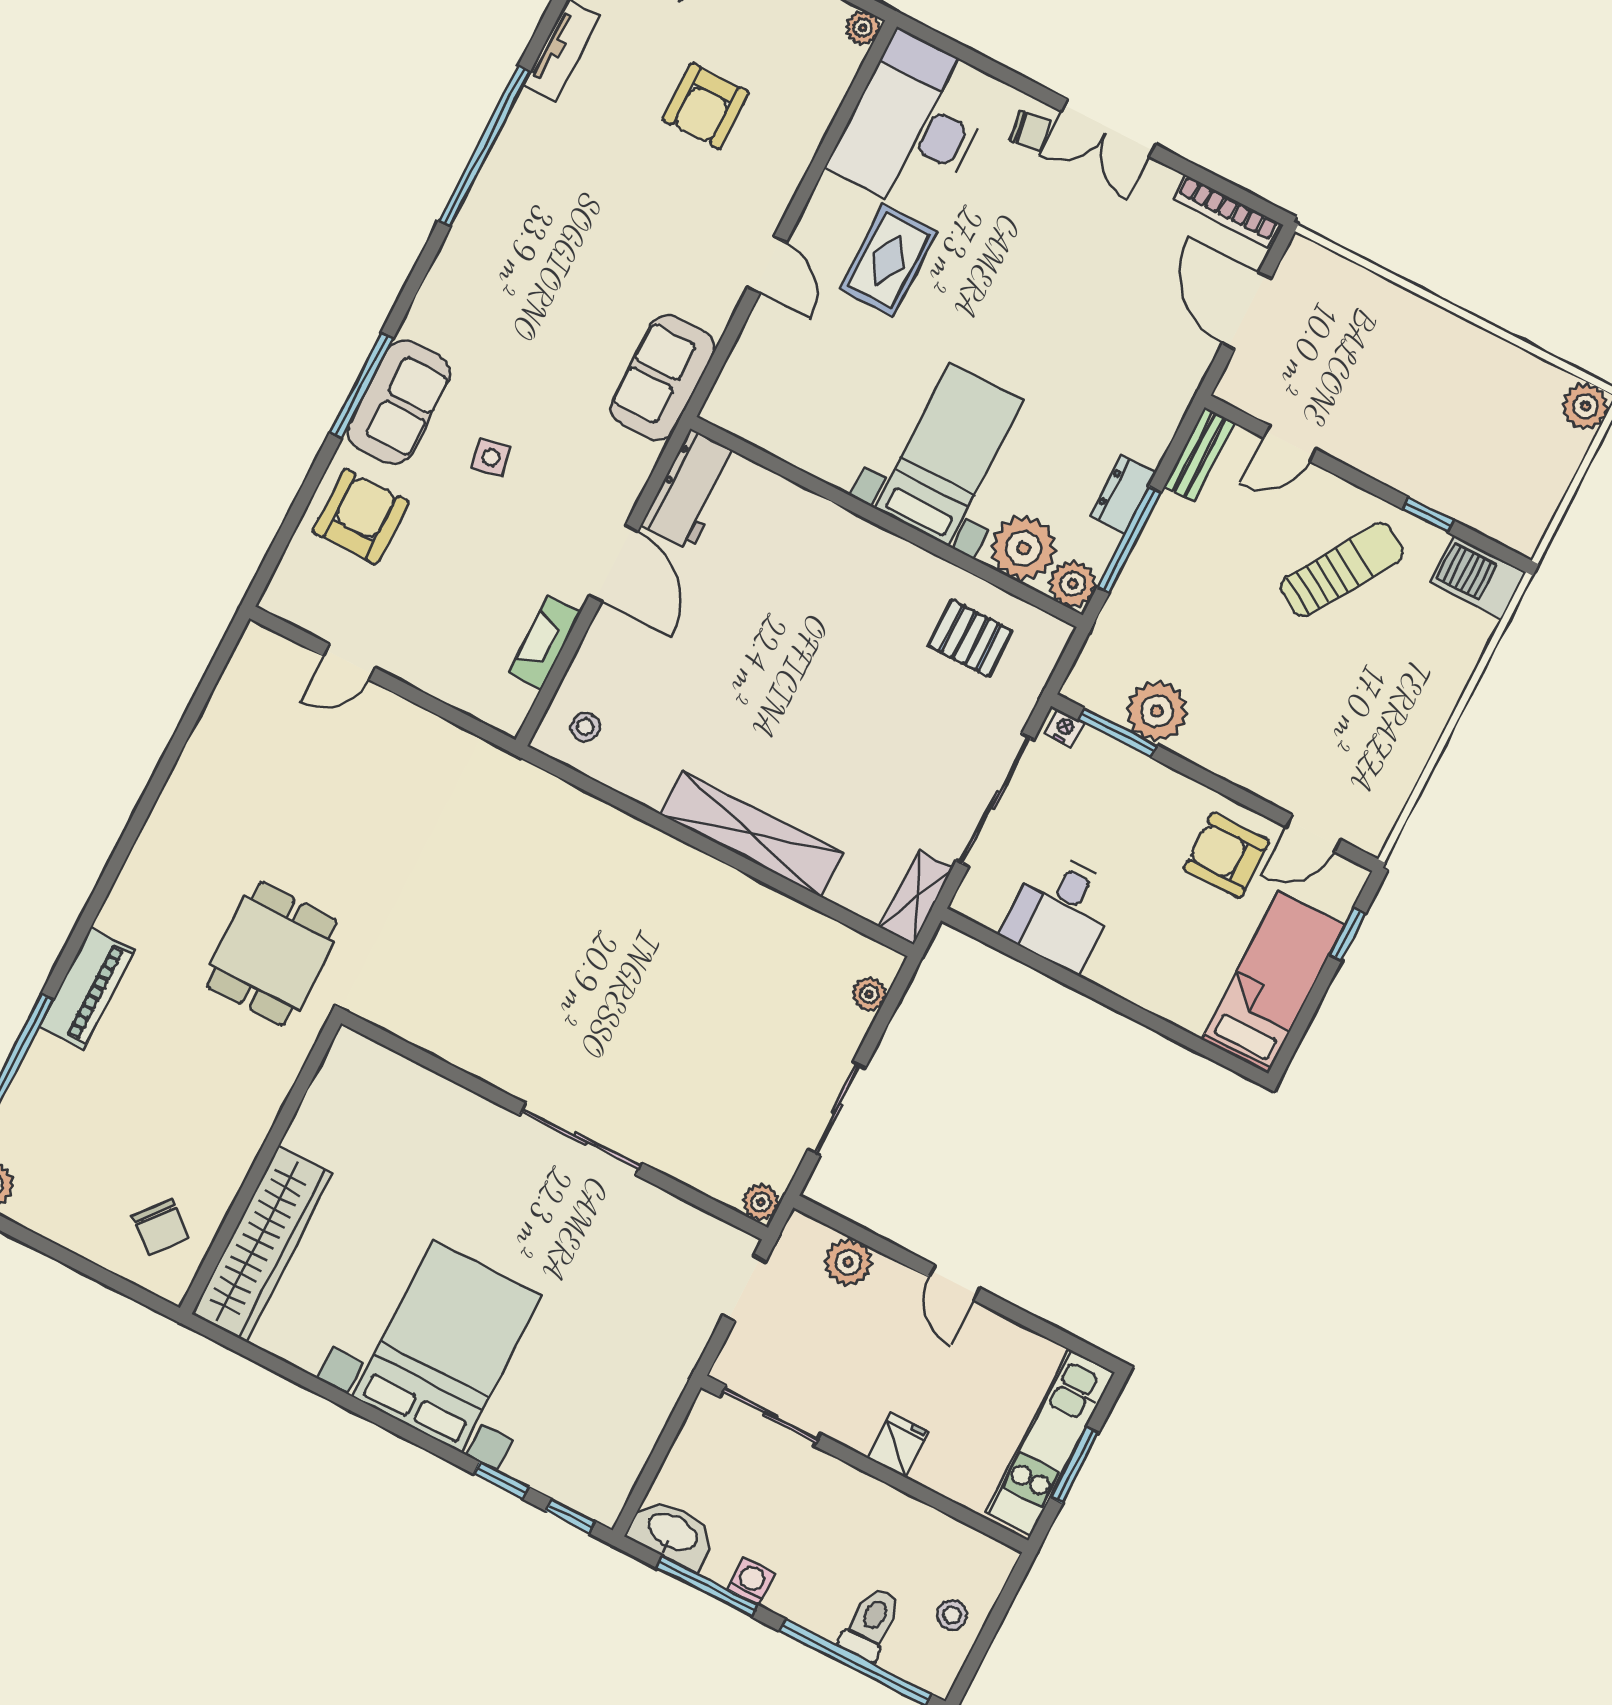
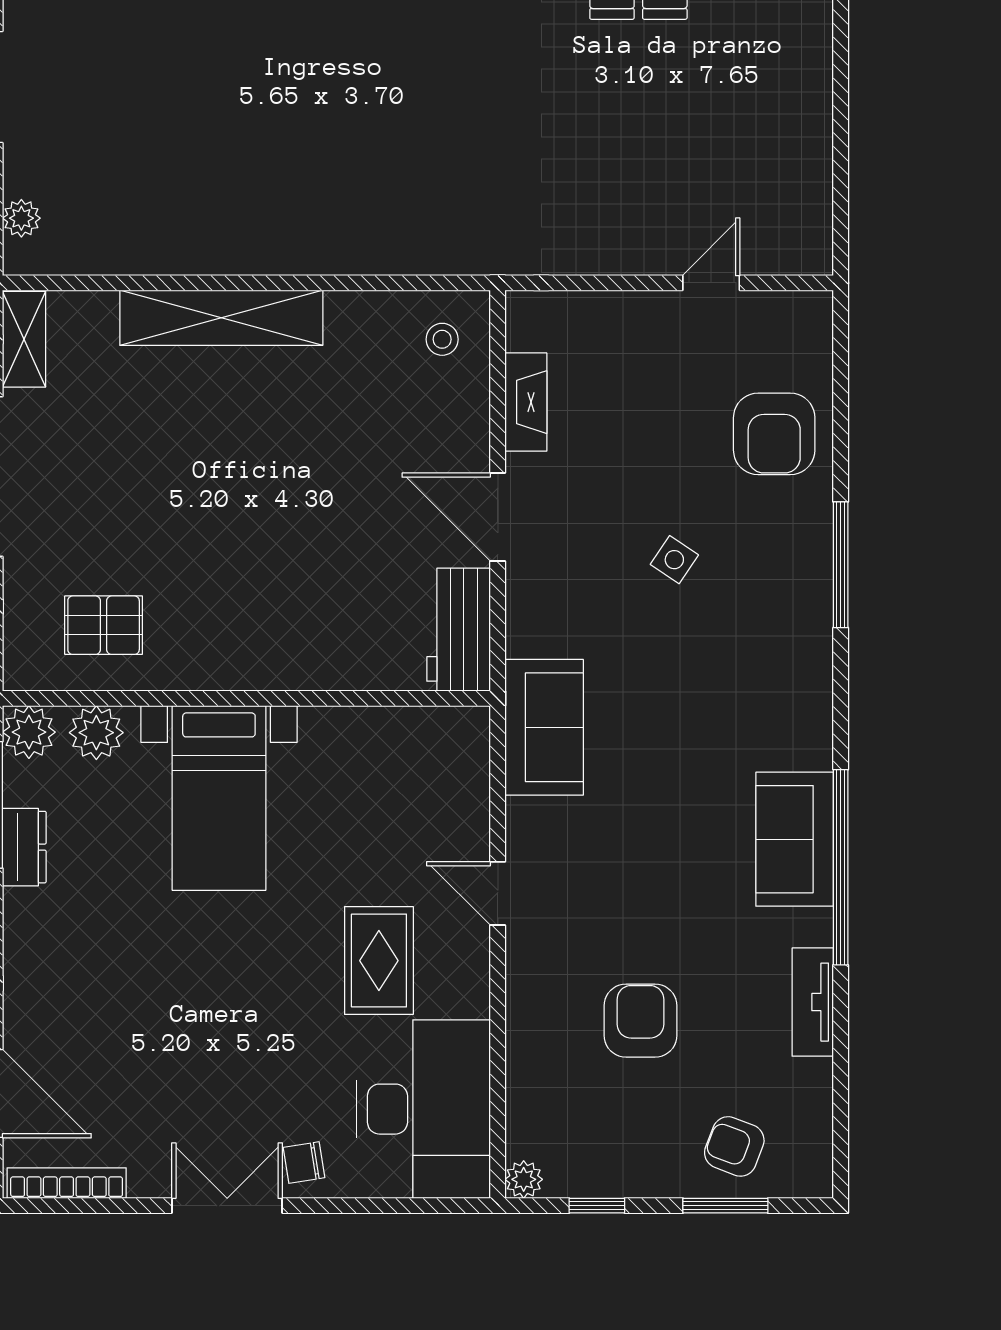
sofa: (399, 402) -> (795, 839), moved
side table: (491, 458) -> (674, 560), turned 45
plant: (1024, 548) -> (96, 733), width x0.73, depth x0.73

